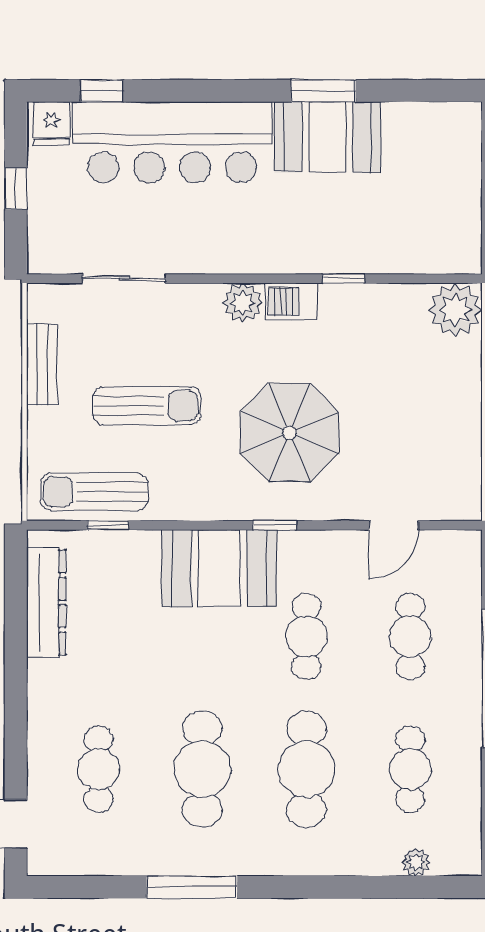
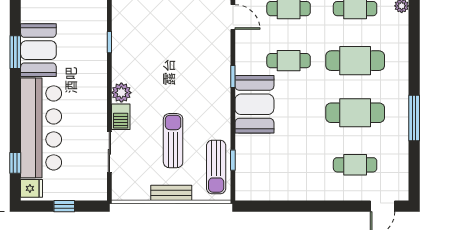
barbecue: (291, 301) -> (121, 117), moved
bench: (42, 365) -> (171, 193), moved
parasol: (289, 433) -> (187, 69), removed
dresser: (46, 602) -> (272, 191), removed

